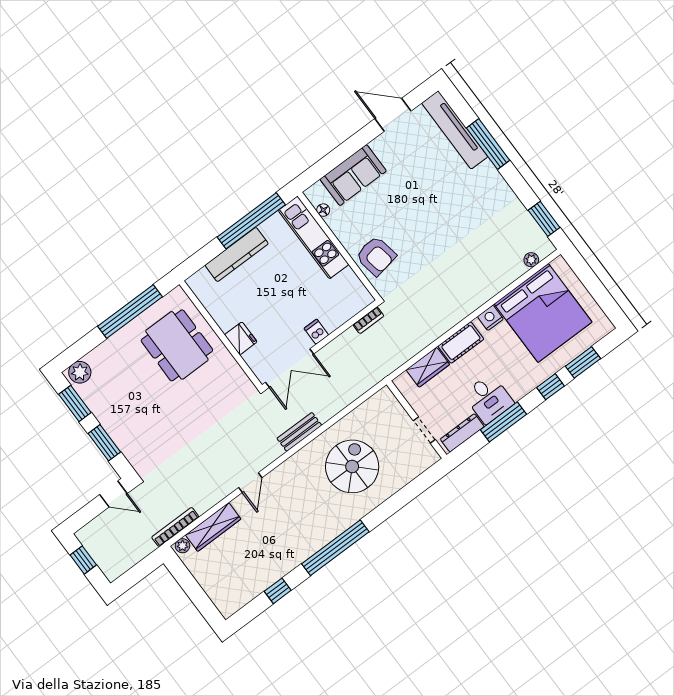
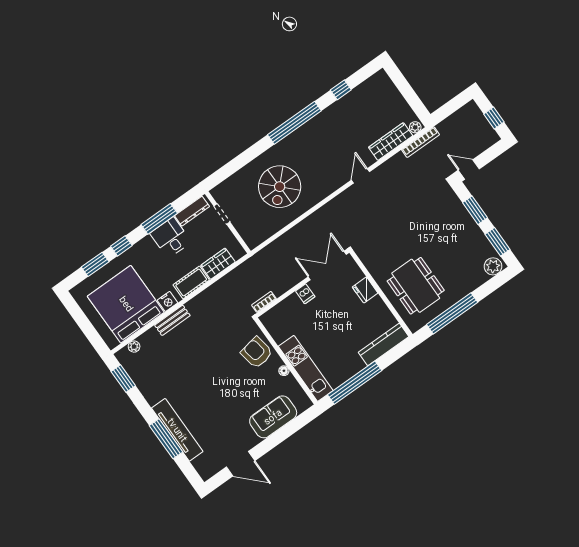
tv unit: (455, 130) -> (177, 430), moved
floor lamp: (323, 210) -> (284, 371), moved
kitchen counter: (237, 254) -> (384, 344), moved
bench: (299, 432) -> (172, 320), moved

